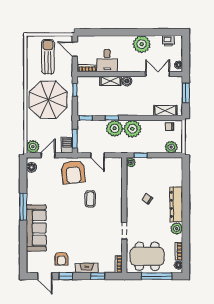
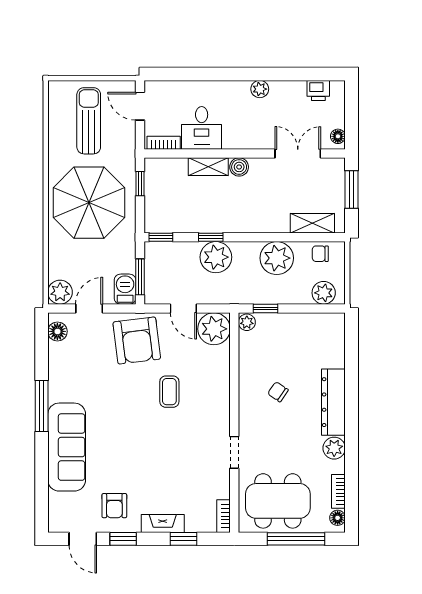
plant: (142, 44) -> (260, 89), width x0.53, depth x0.53
plant: (132, 129) -> (277, 258), moved
plant: (114, 166) -> (214, 329), added

